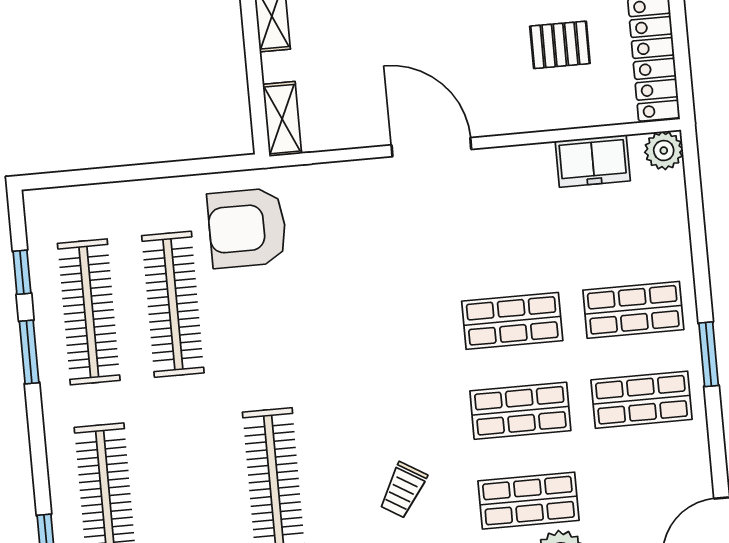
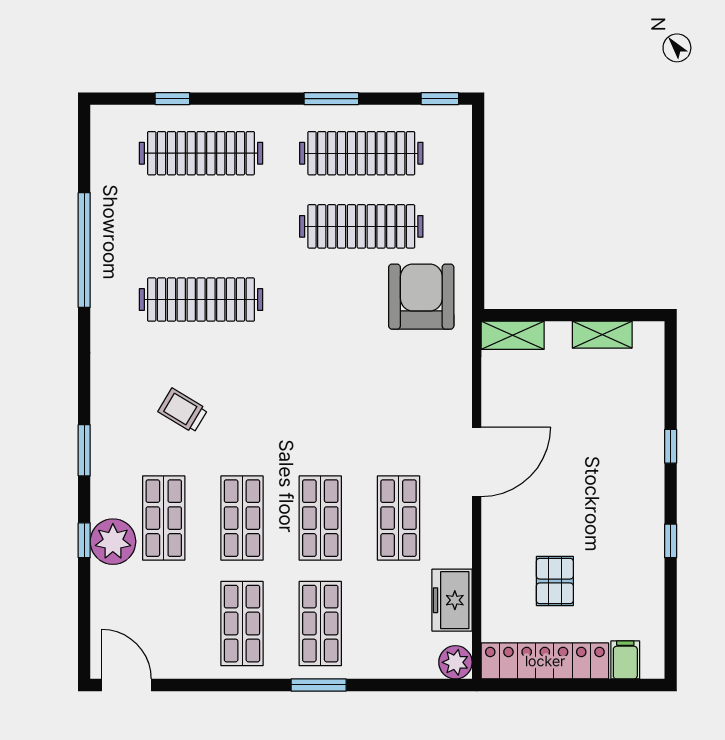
shop shelf: (504, 231) -> (399, 518), added
window: (22, 272) -> (440, 99), moved
window: (709, 354) -> (319, 685), moved

